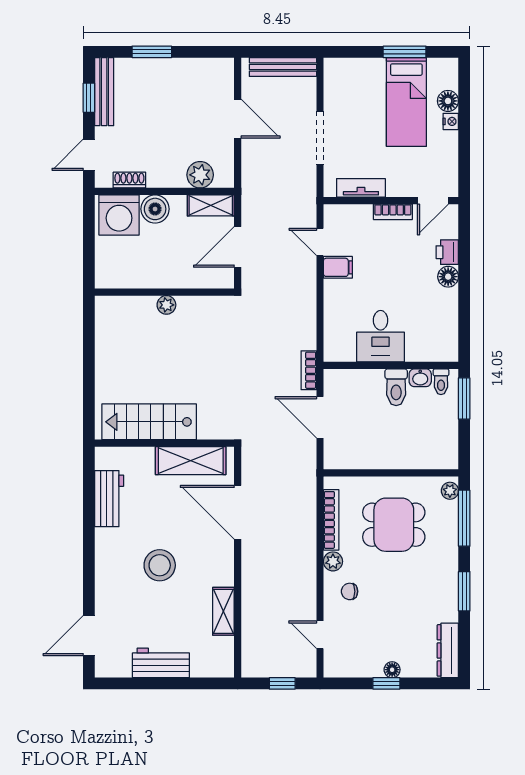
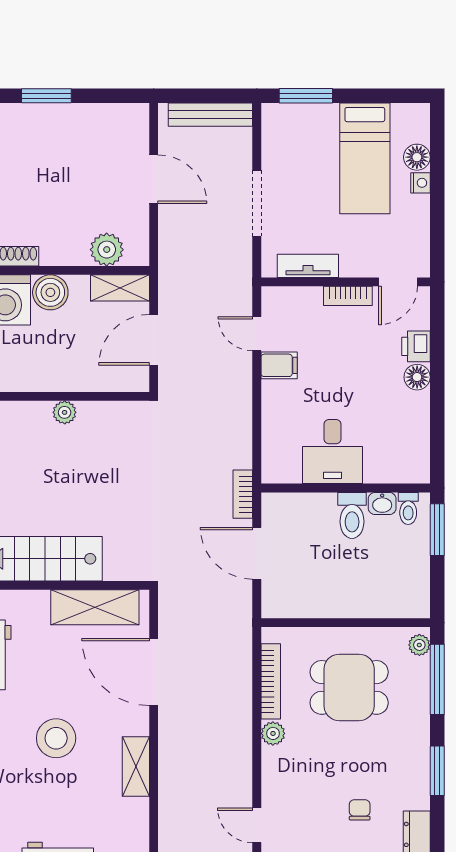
window: (405, 52) -> (306, 96), moved
chair: (350, 591) -> (360, 810), moved, turned 90
shelving: (223, 611) -> (136, 766), moved

